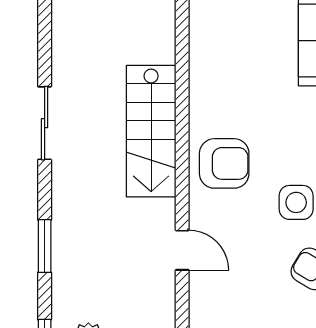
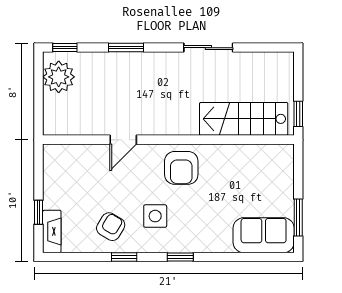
stairs: (151, 131) -> (244, 119), moved

